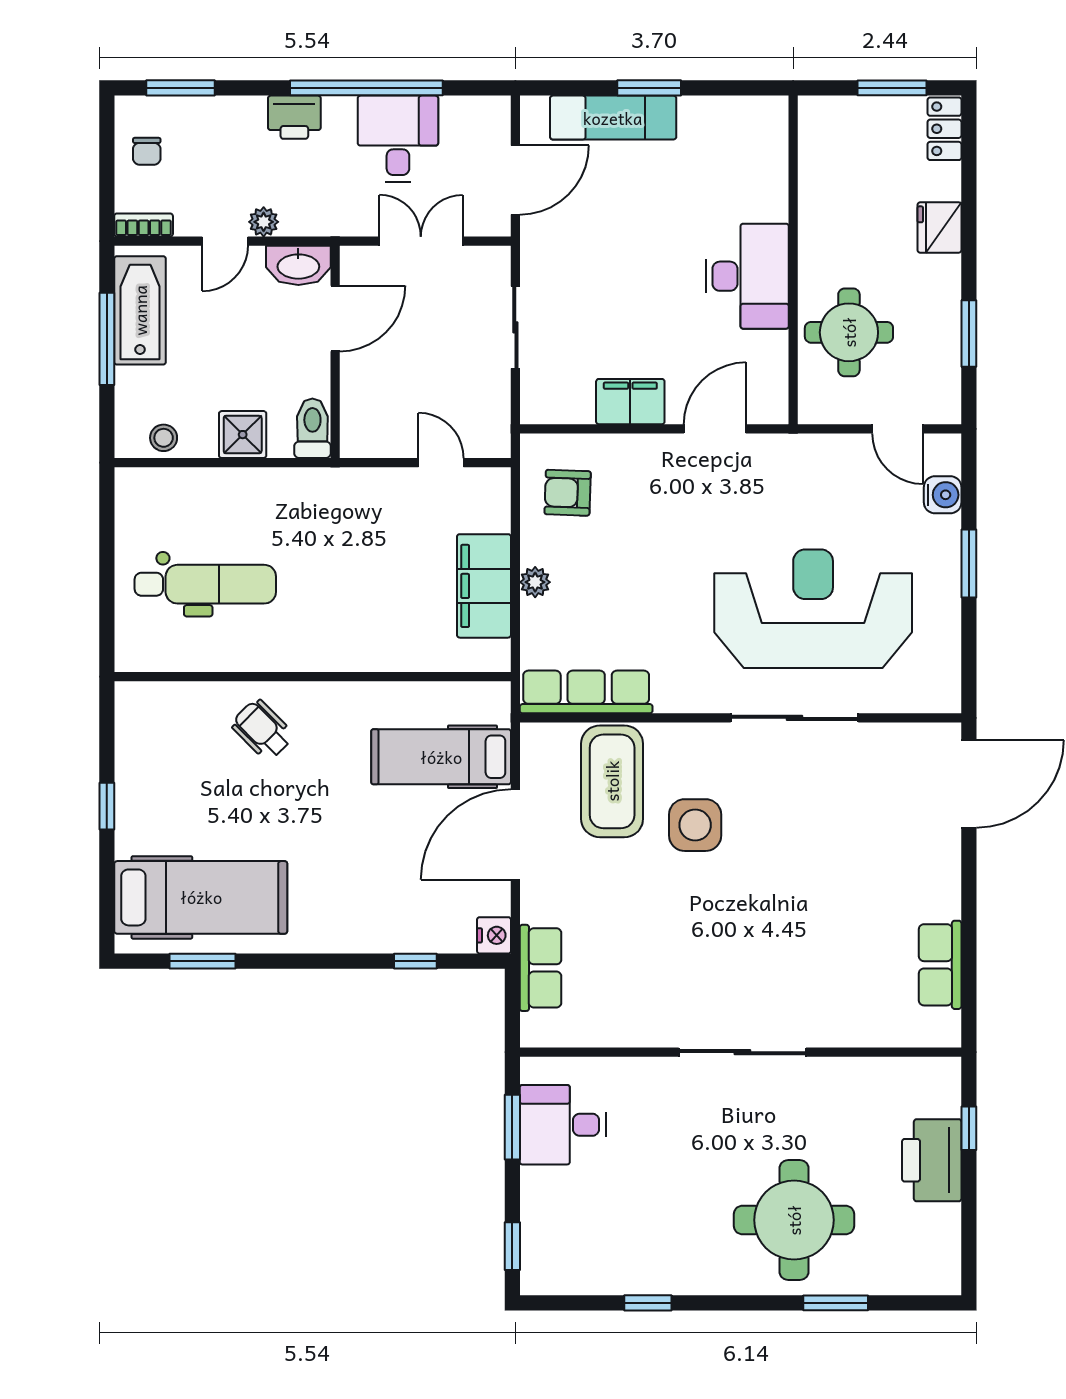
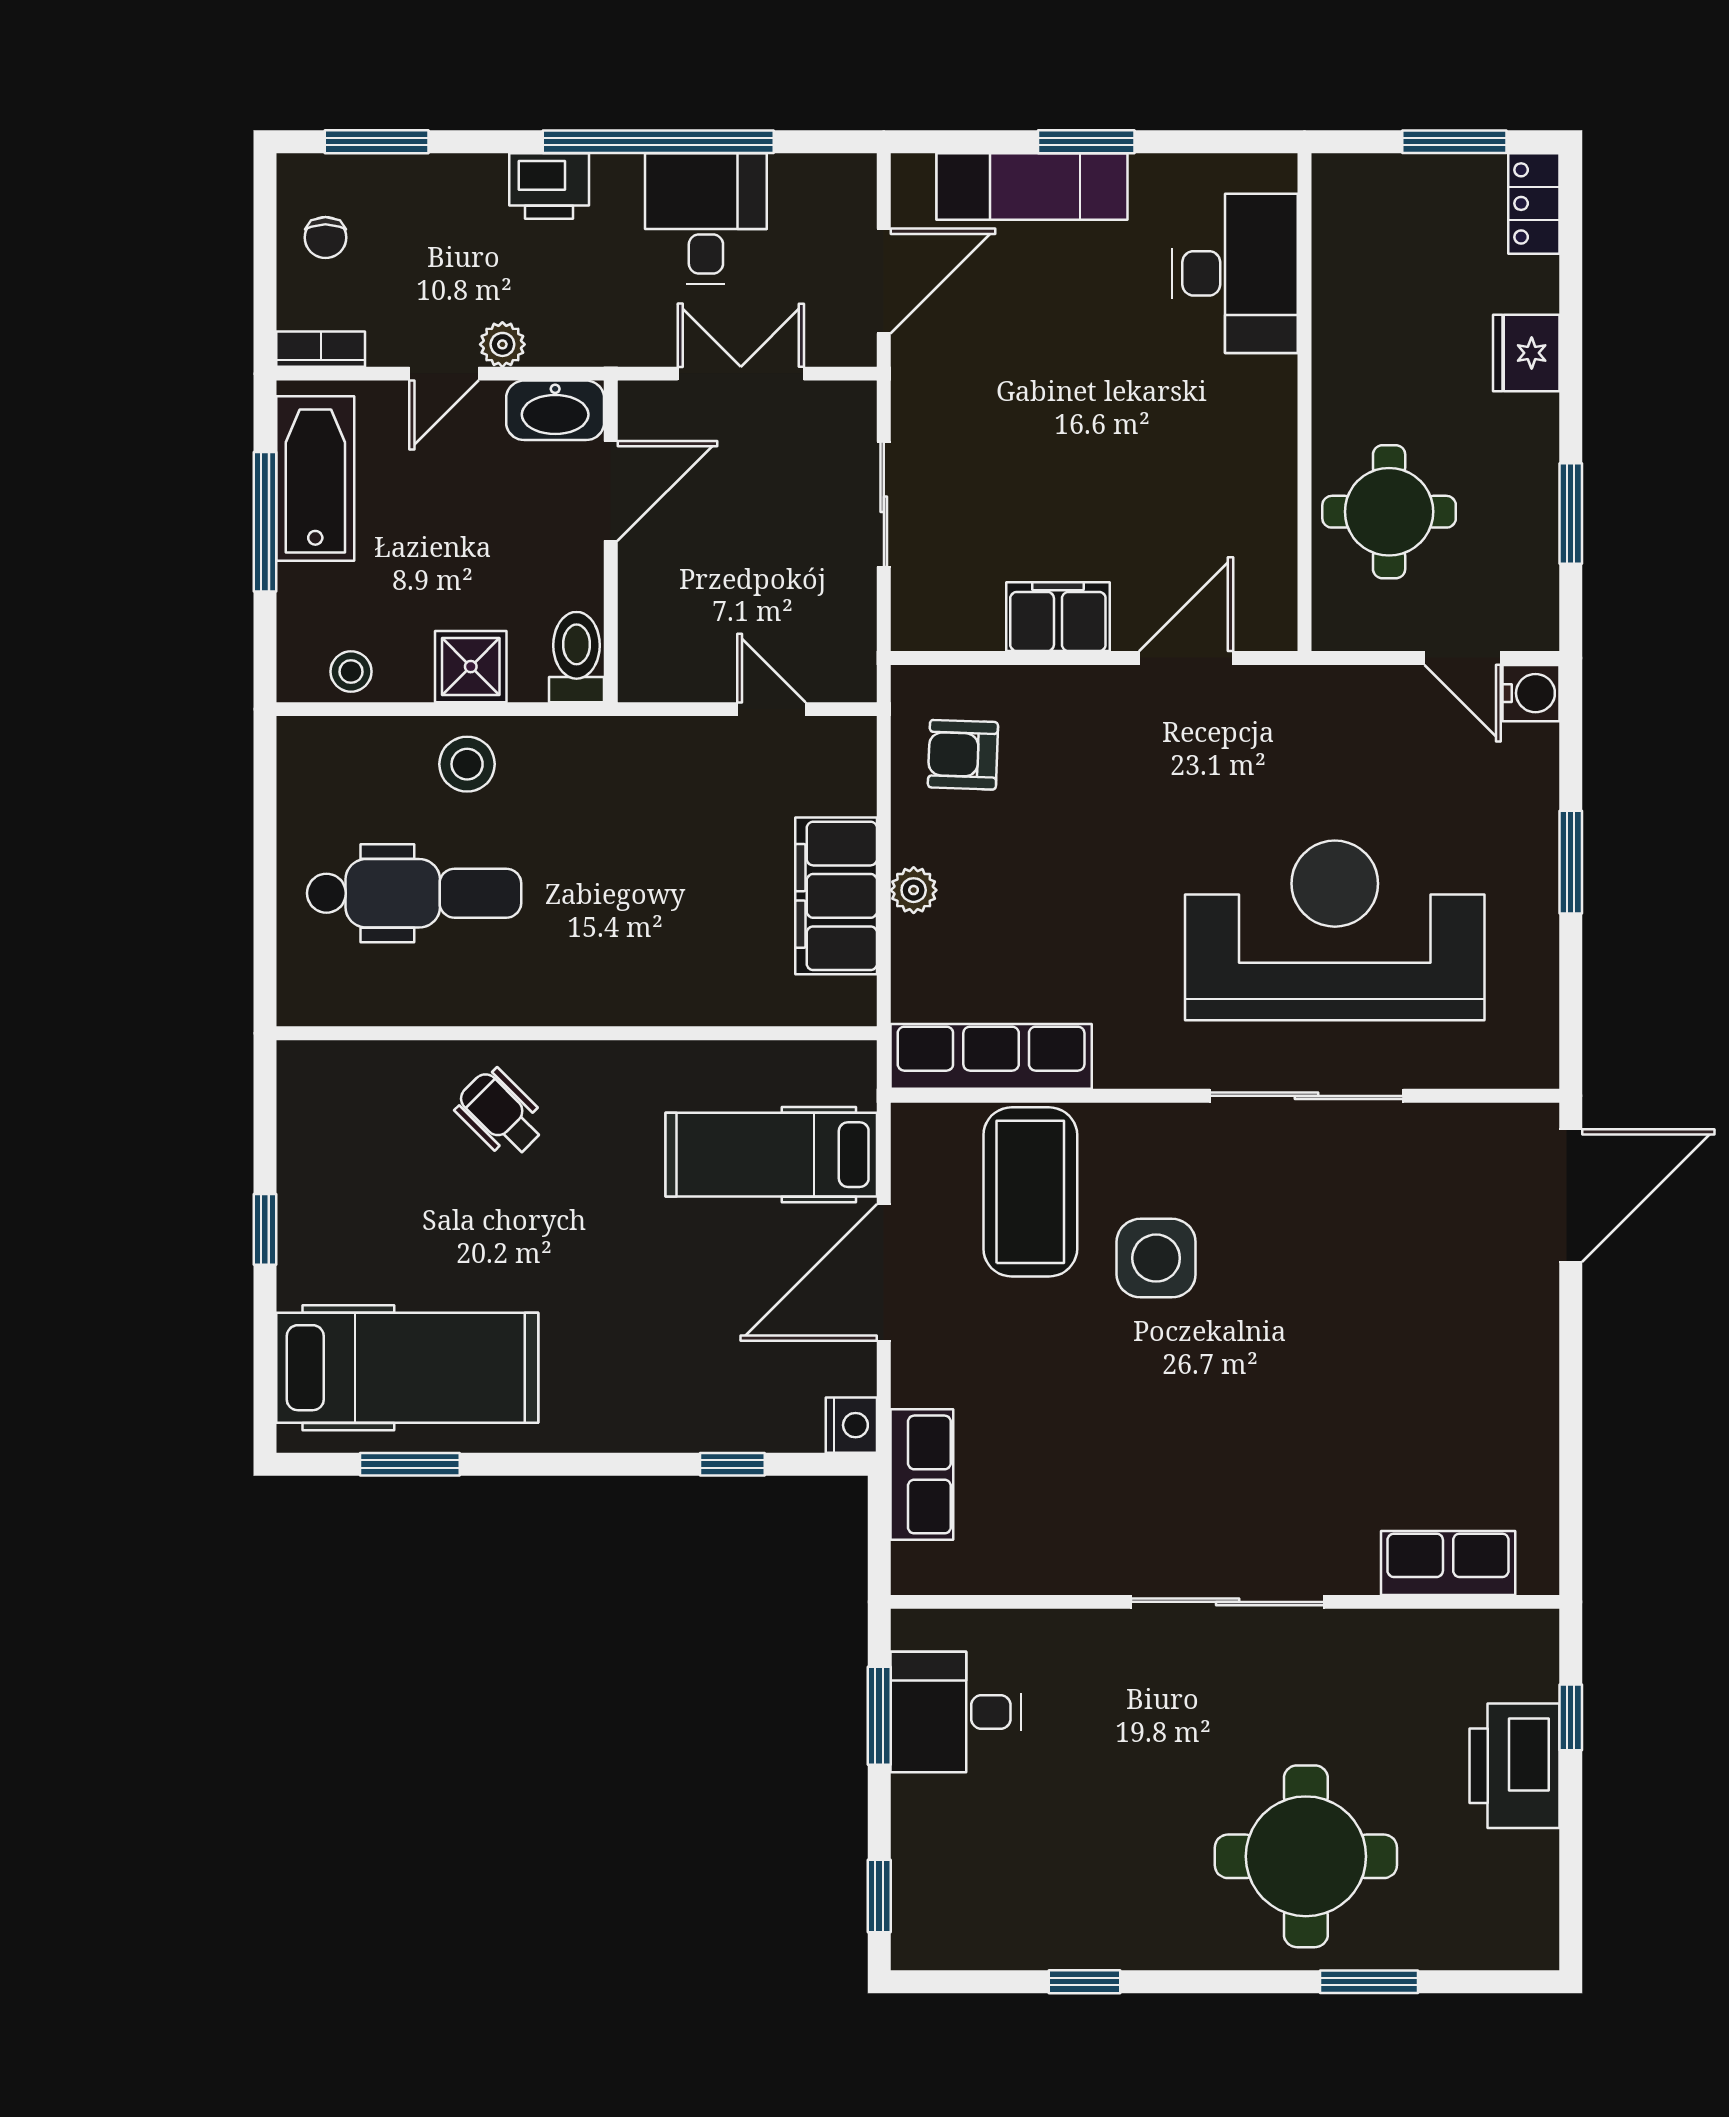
desk: (747, 276) -> (1235, 273), moved
water cooler: (943, 495) -> (1531, 693), moved
stool: (240, 499) -> (467, 764), added
row of seats: (940, 965) -> (1448, 1563), moved, turned 90

